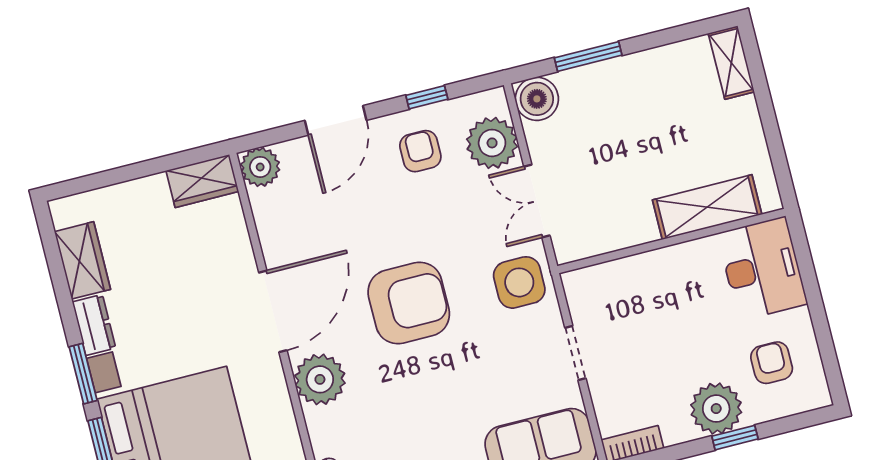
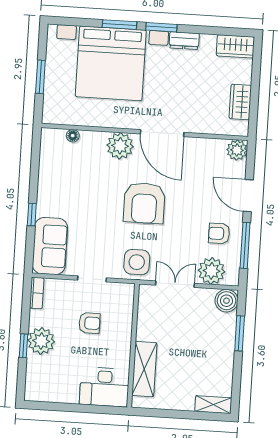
window: (427, 97) -> (245, 245), width x2.17
armchair: (420, 151) -> (219, 233), turned 180
wardrobe: (202, 181) -> (240, 102), moved
wardrobe: (83, 260) -> (235, 46), moved
armchair: (772, 363) -> (89, 323), moved

